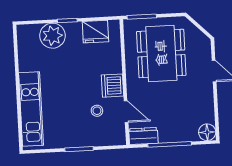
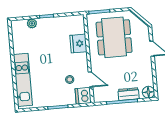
fridge: (95, 32) -> (78, 43), moved, turned 90
plant: (53, 36) -> (32, 23), width x0.53, depth x0.53
dishwasher: (113, 86) -> (83, 96), moved
dresser: (143, 136) -> (129, 94), moved

